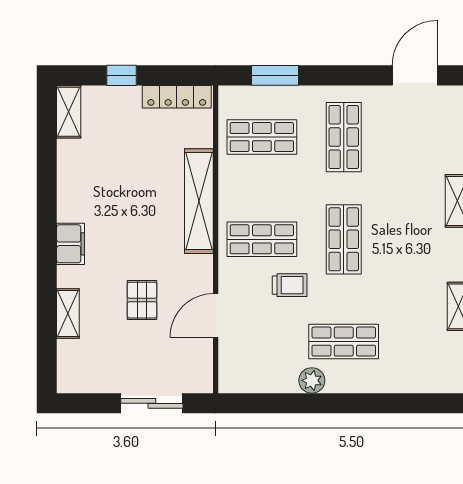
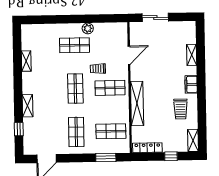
trolley: (97, 186) -> (181, 109), added
pallet: (142, 300) -> (160, 61), removed

